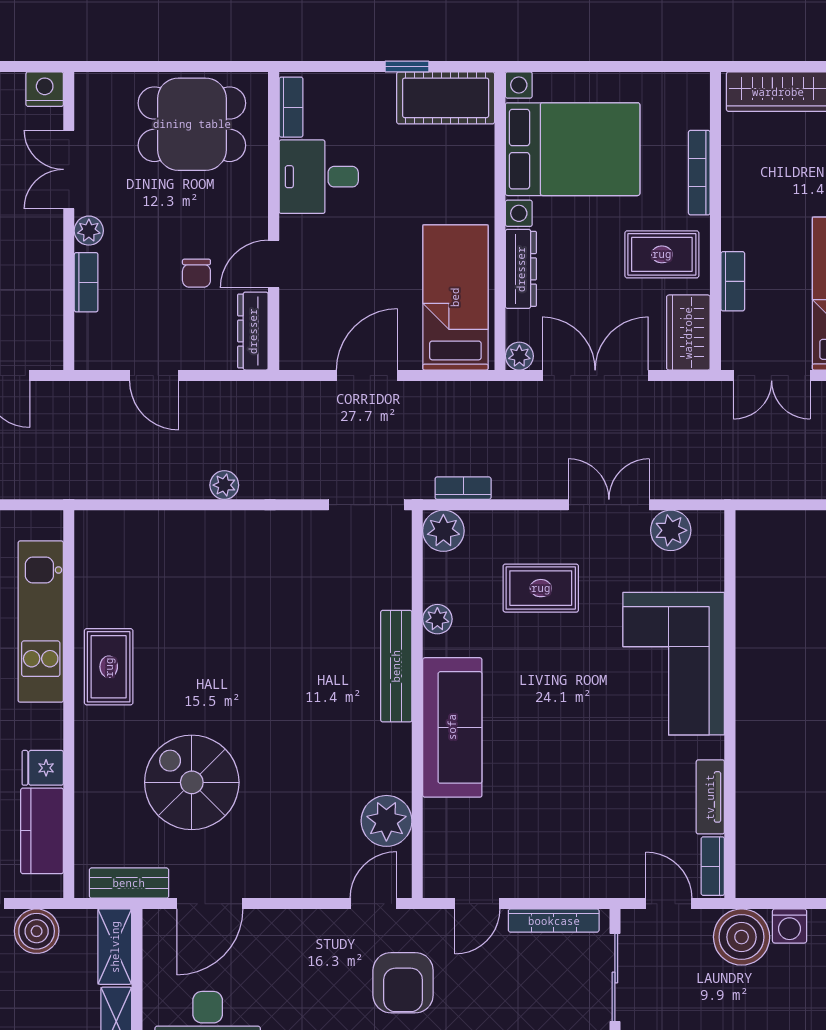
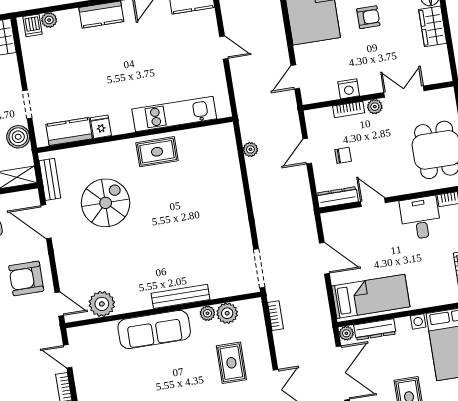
nightstand: (45, 89) -> (349, 89), moved, turned 90
dresser: (521, 269) -> (375, 329), moved
chair: (196, 273) -> (343, 155), moved, turned 180
plant: (224, 485) -> (250, 149), moved
plant: (443, 531) -> (227, 313), moved
armchair: (403, 983) -> (26, 278), moved

